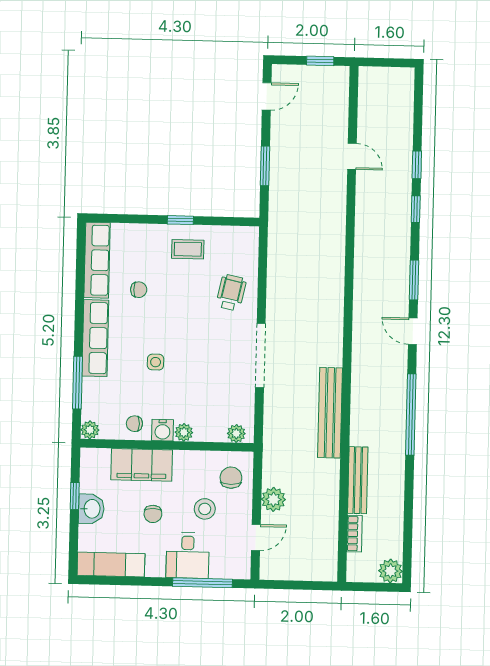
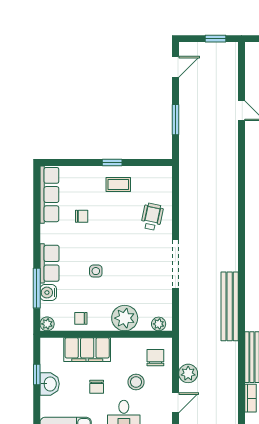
row of seats: (95, 338) -> (49, 263), width x0.68
water cooler: (162, 430) -> (48, 293), moved, turned 90
plant: (184, 432) -> (125, 318), width x1.87, depth x1.87

